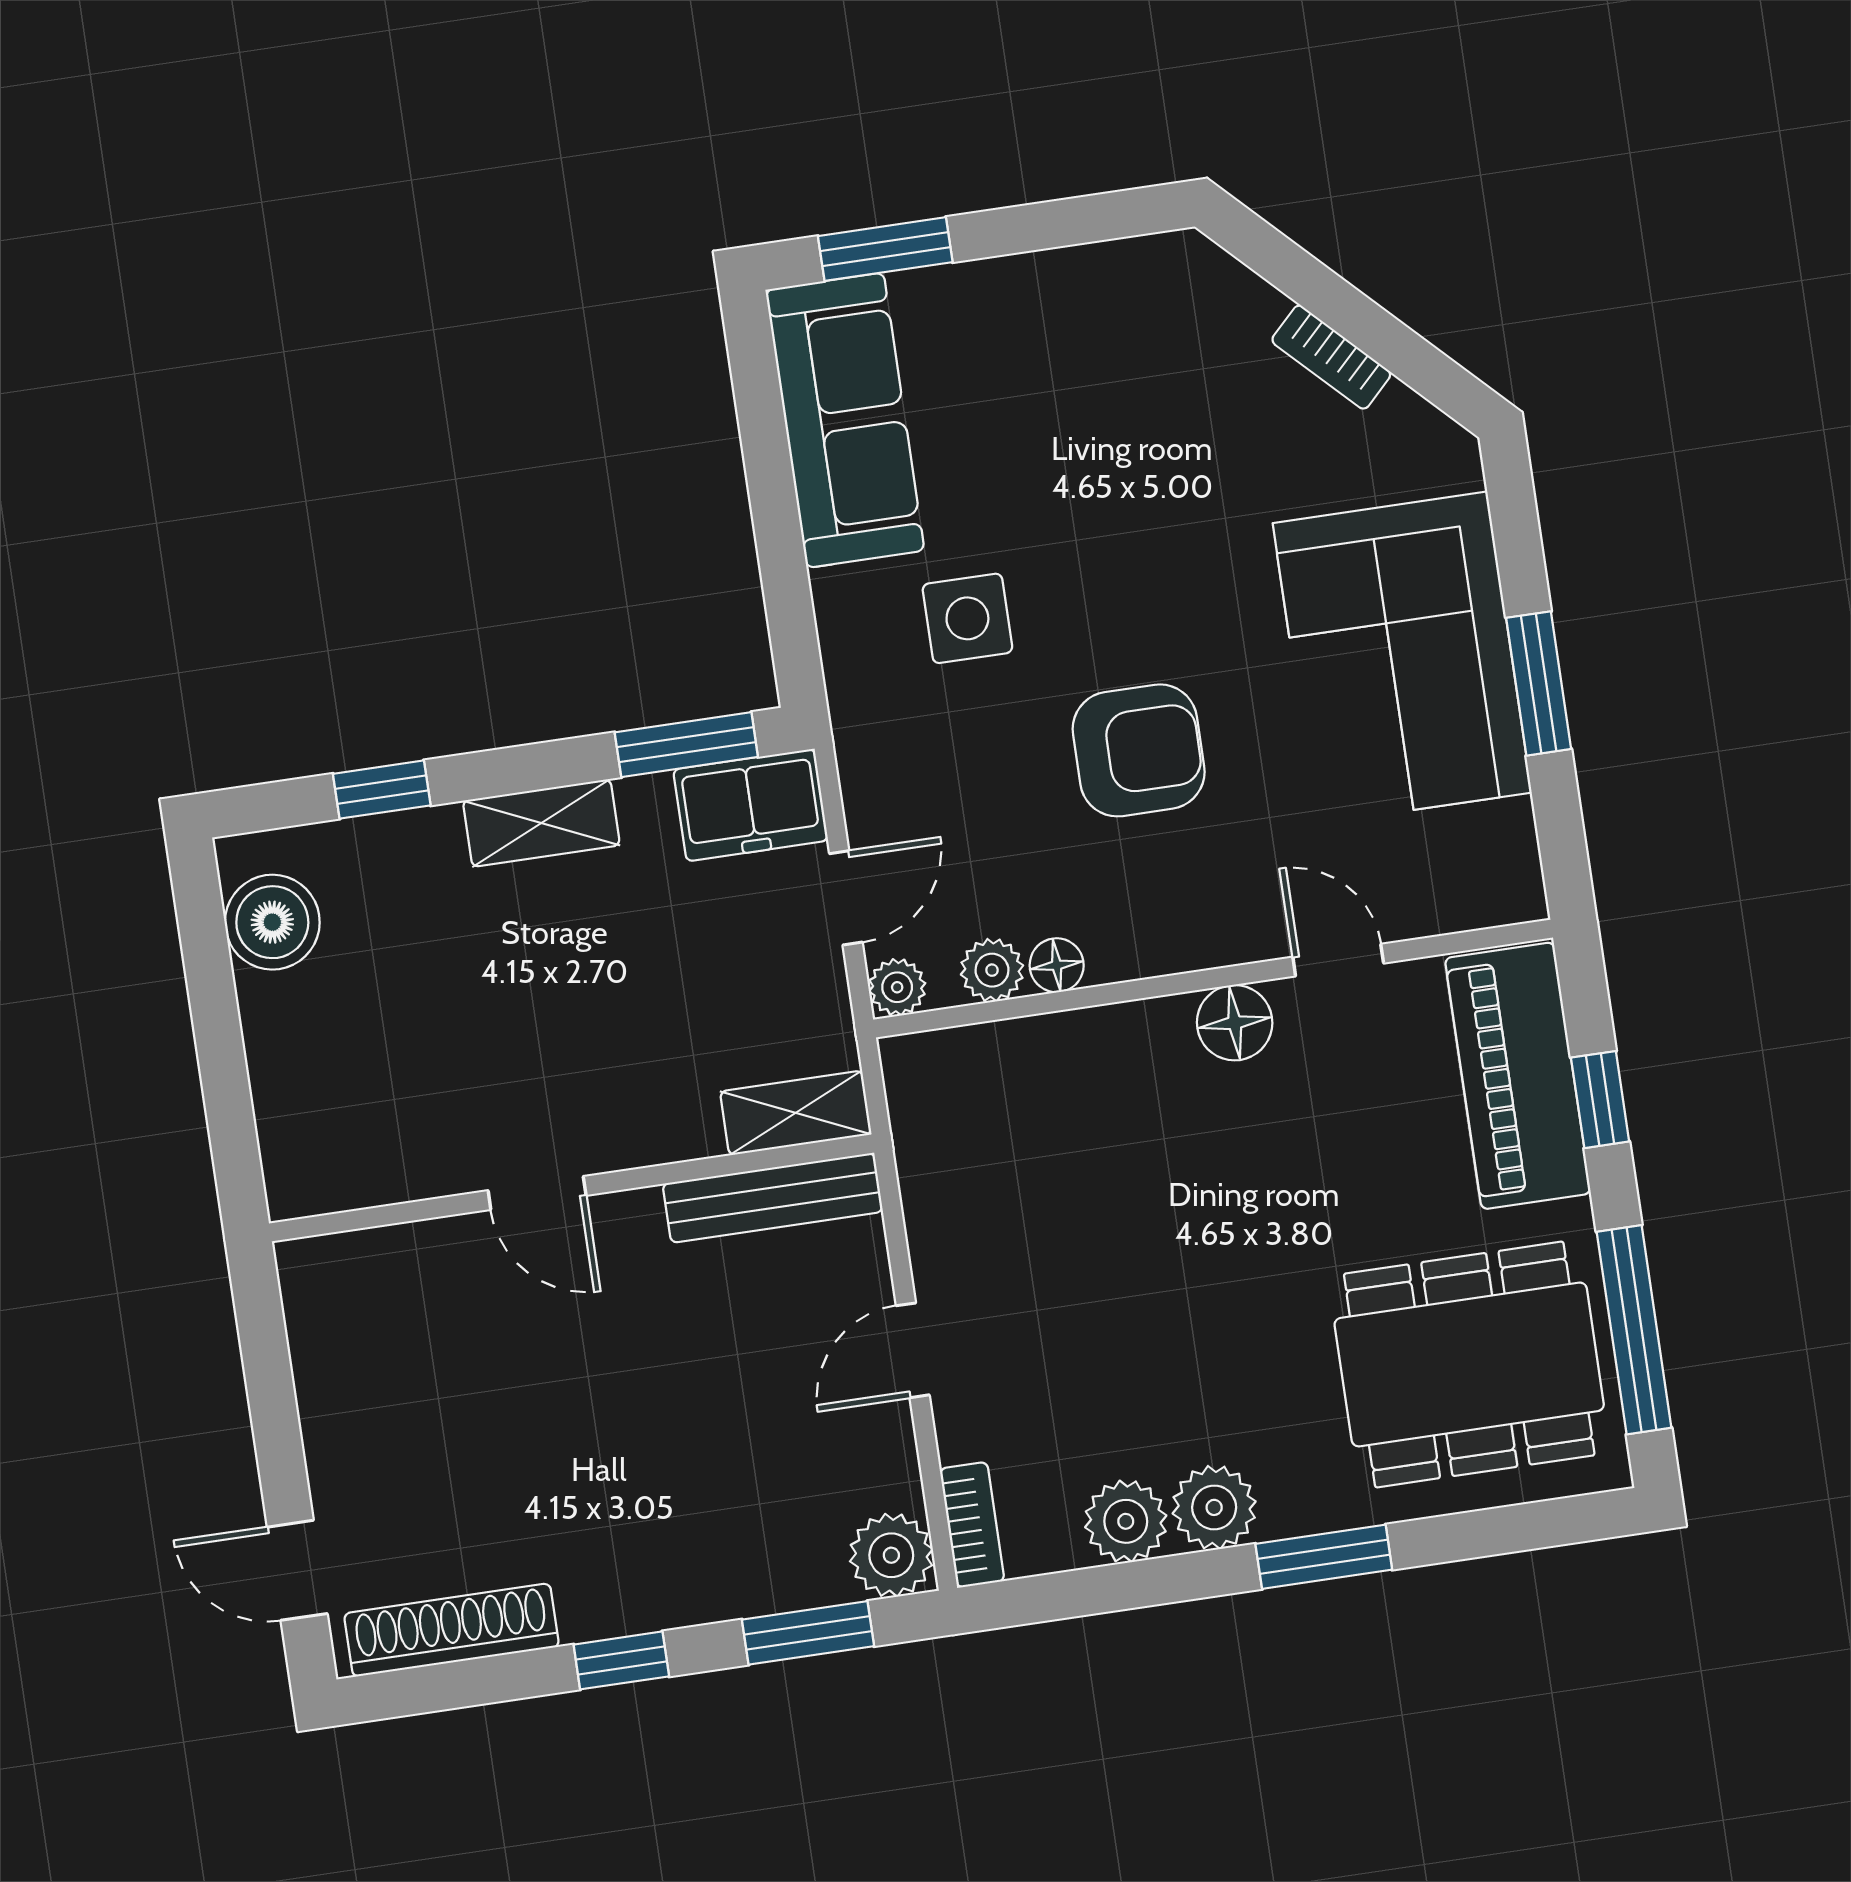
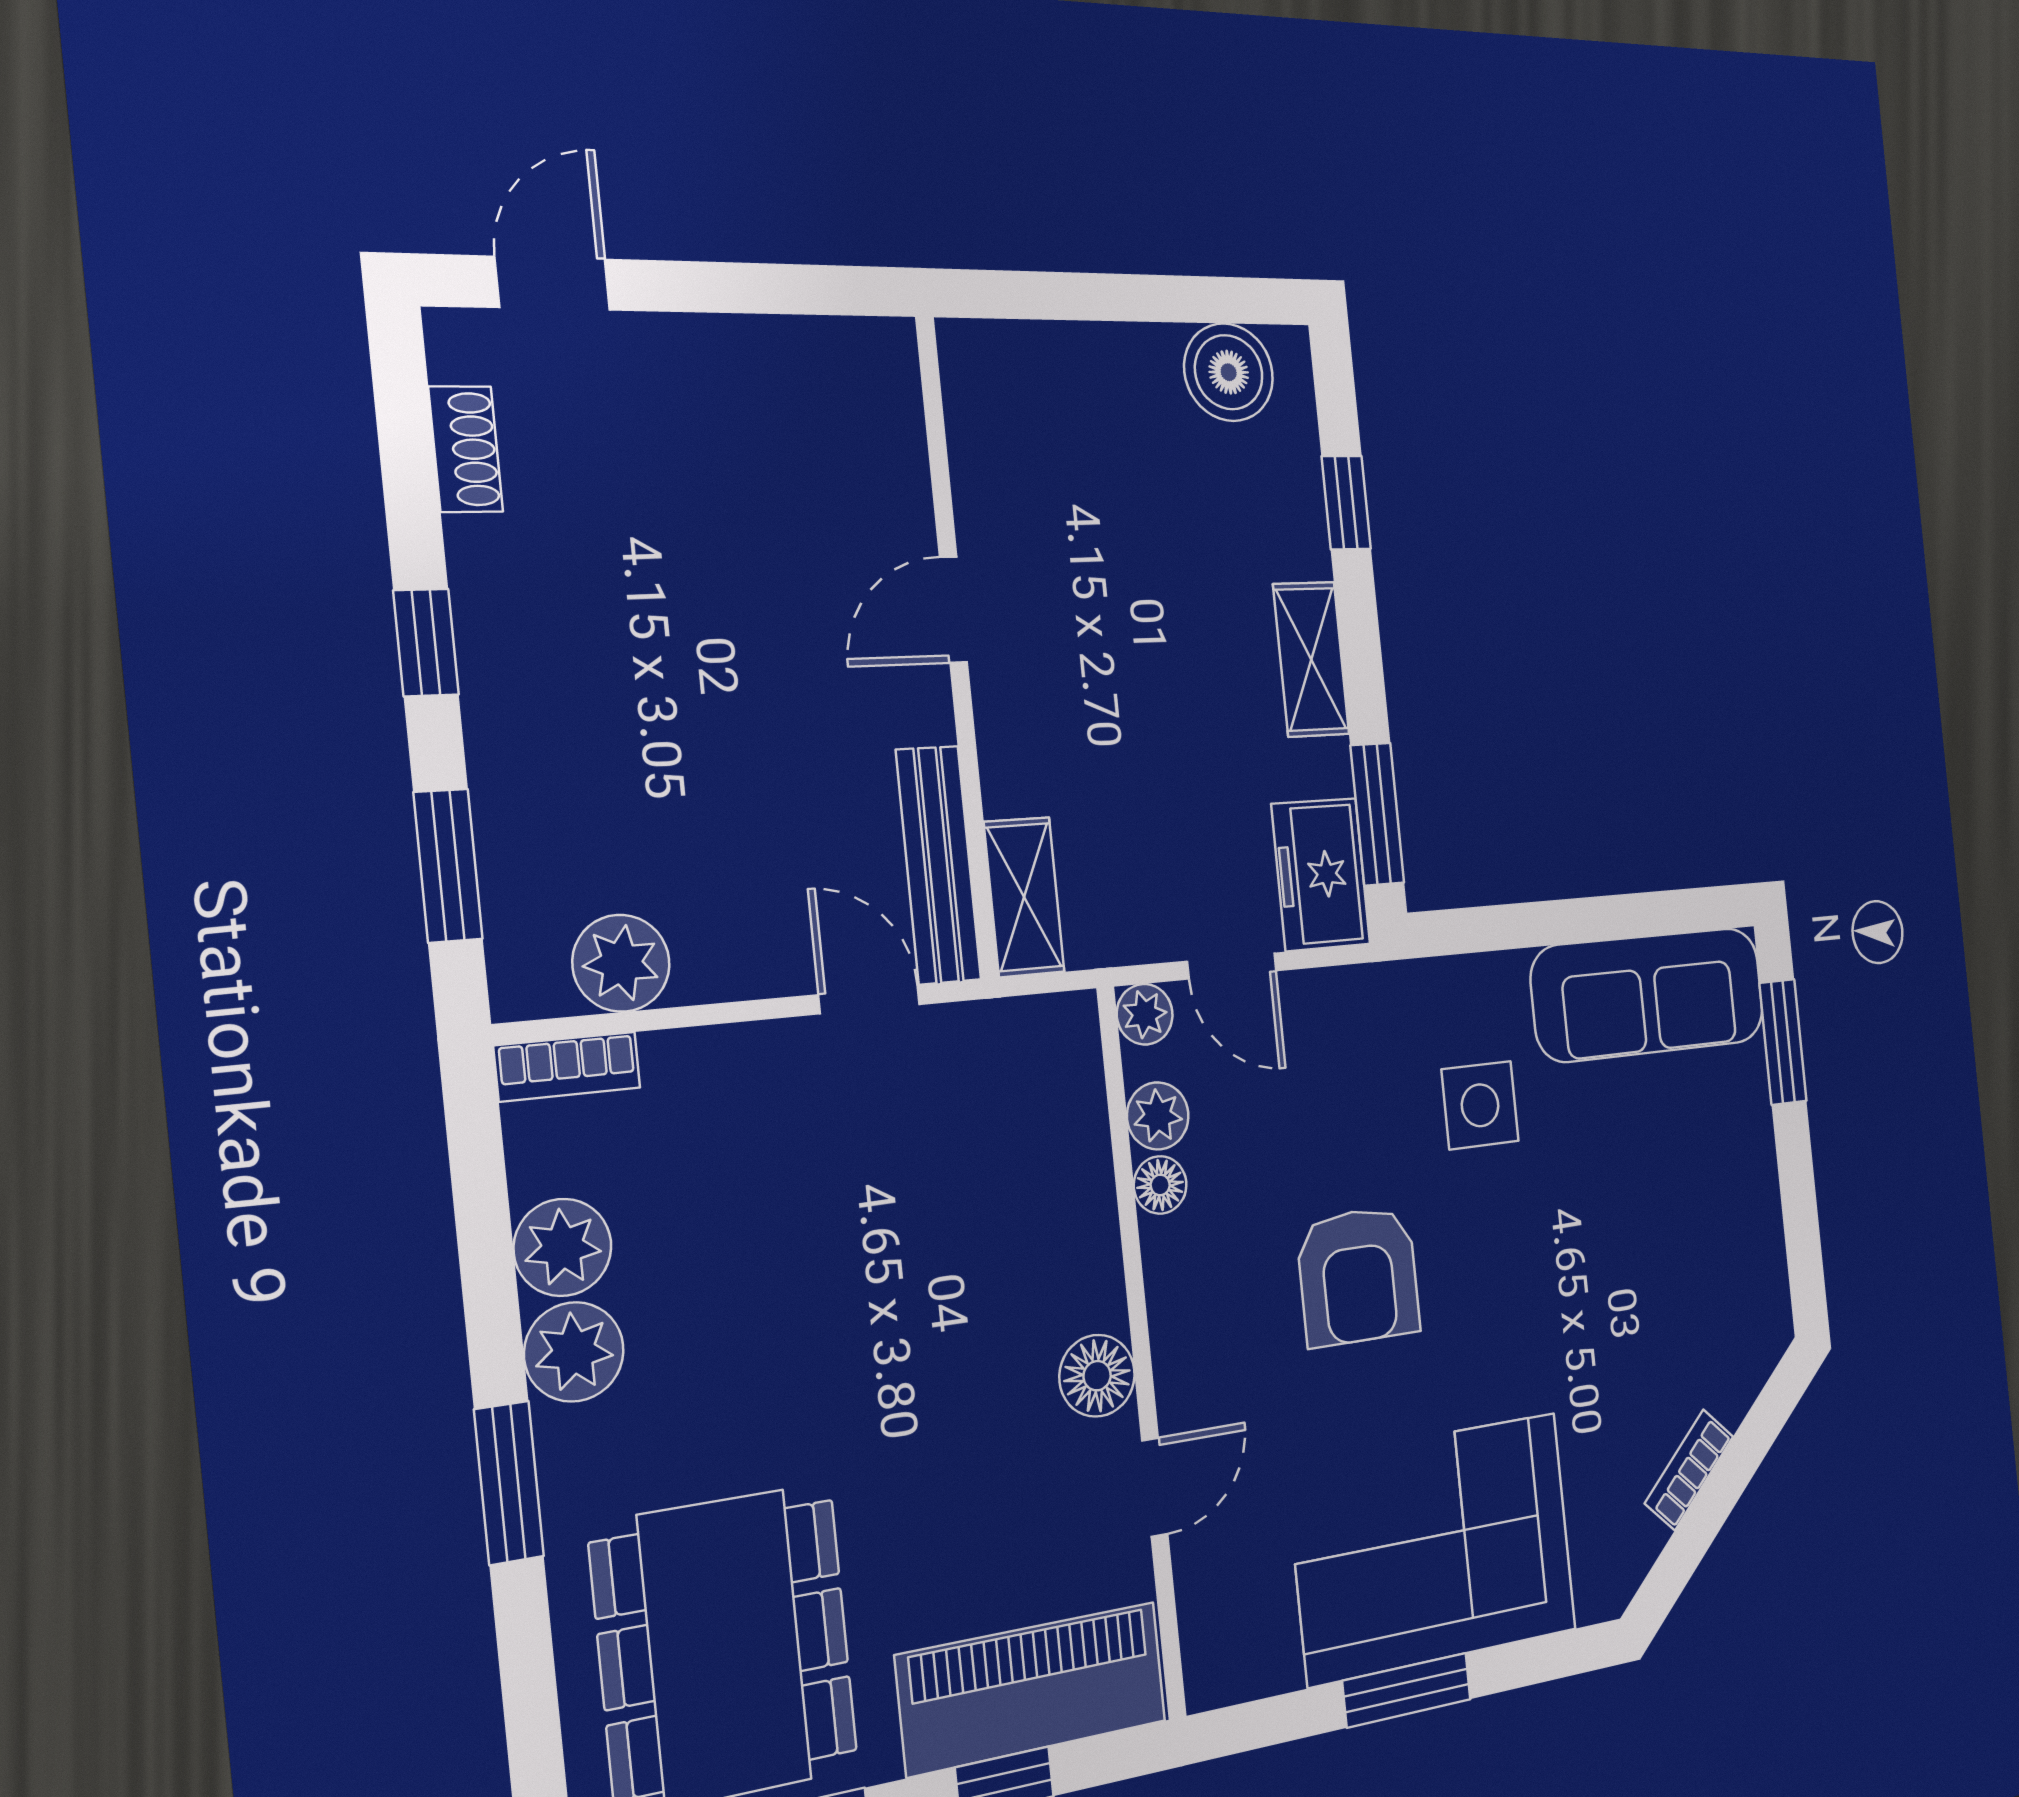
door: (913, 1350) -> (869, 1000), moved
plant: (891, 1555) -> (621, 963), moved
shoe rack: (452, 1630) -> (466, 449), width x0.51, depth x0.81

